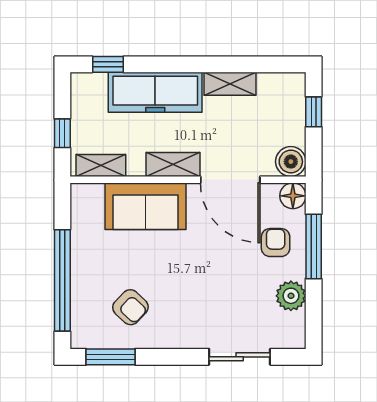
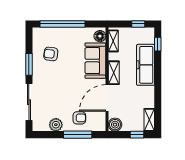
shelving: (230, 84) -> (149, 120), moved
window: (62, 133) -> (138, 24), moved
floor lamp: (293, 196) -> (100, 36), moved
armchair: (130, 307) -> (51, 54), turned 54
window: (111, 357) -> (29, 64), moved
sliding door: (240, 357) -> (29, 102), width x1.37

